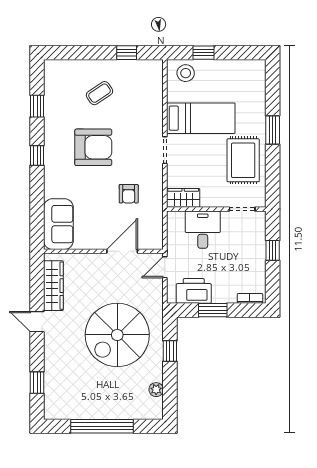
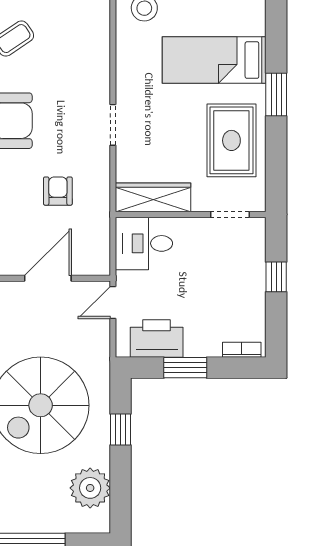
bed: (201, 118) -> (214, 60), moved, turned 180
armchair: (129, 194) -> (58, 191), turned 180
wardrobe: (183, 198) -> (153, 197), width x1.50
desk: (203, 230) -> (144, 243), moved, turned -90
plant: (156, 390) -> (90, 488), width x1.88, depth x1.88

